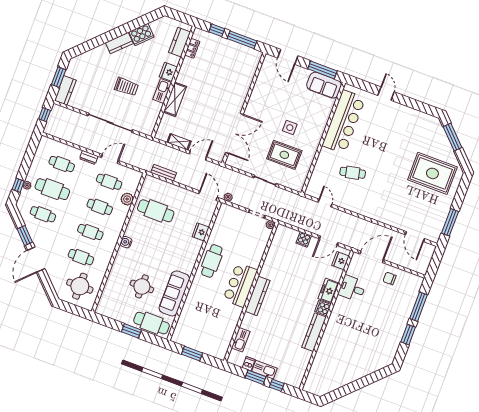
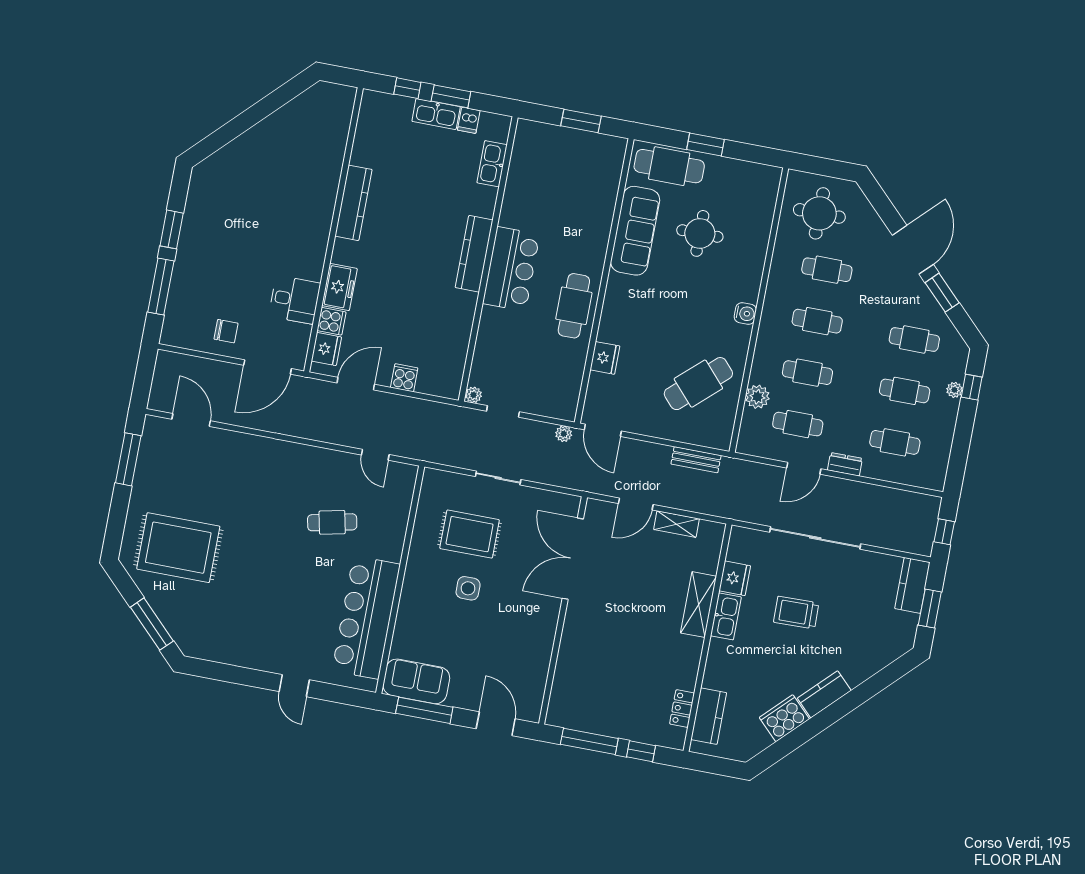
fridge: (168, 72) -> (735, 578), moved
cafe table: (52, 189) -> (905, 391), width x0.73, depth x0.74
cafe table: (156, 211) -> (698, 384), turned -42
cooker: (323, 308) -> (331, 321), moved

